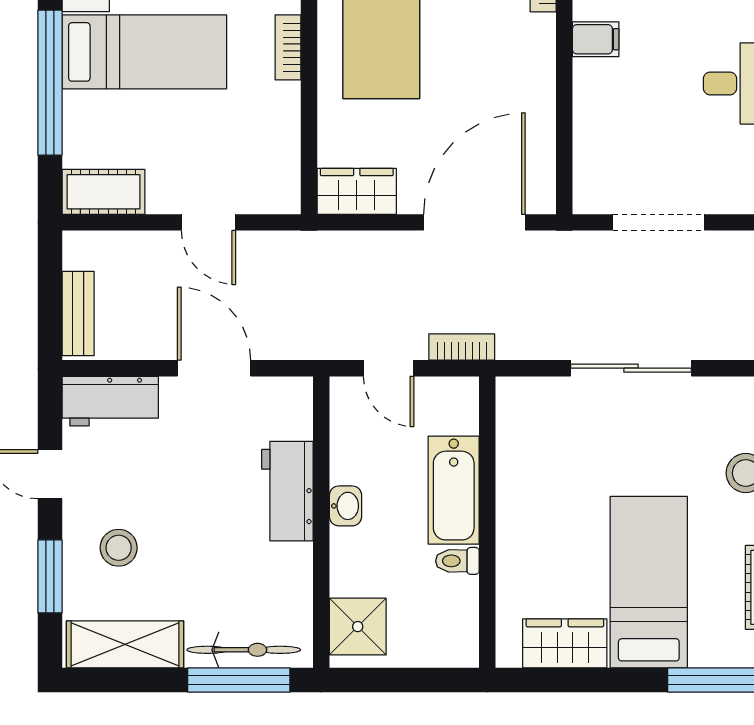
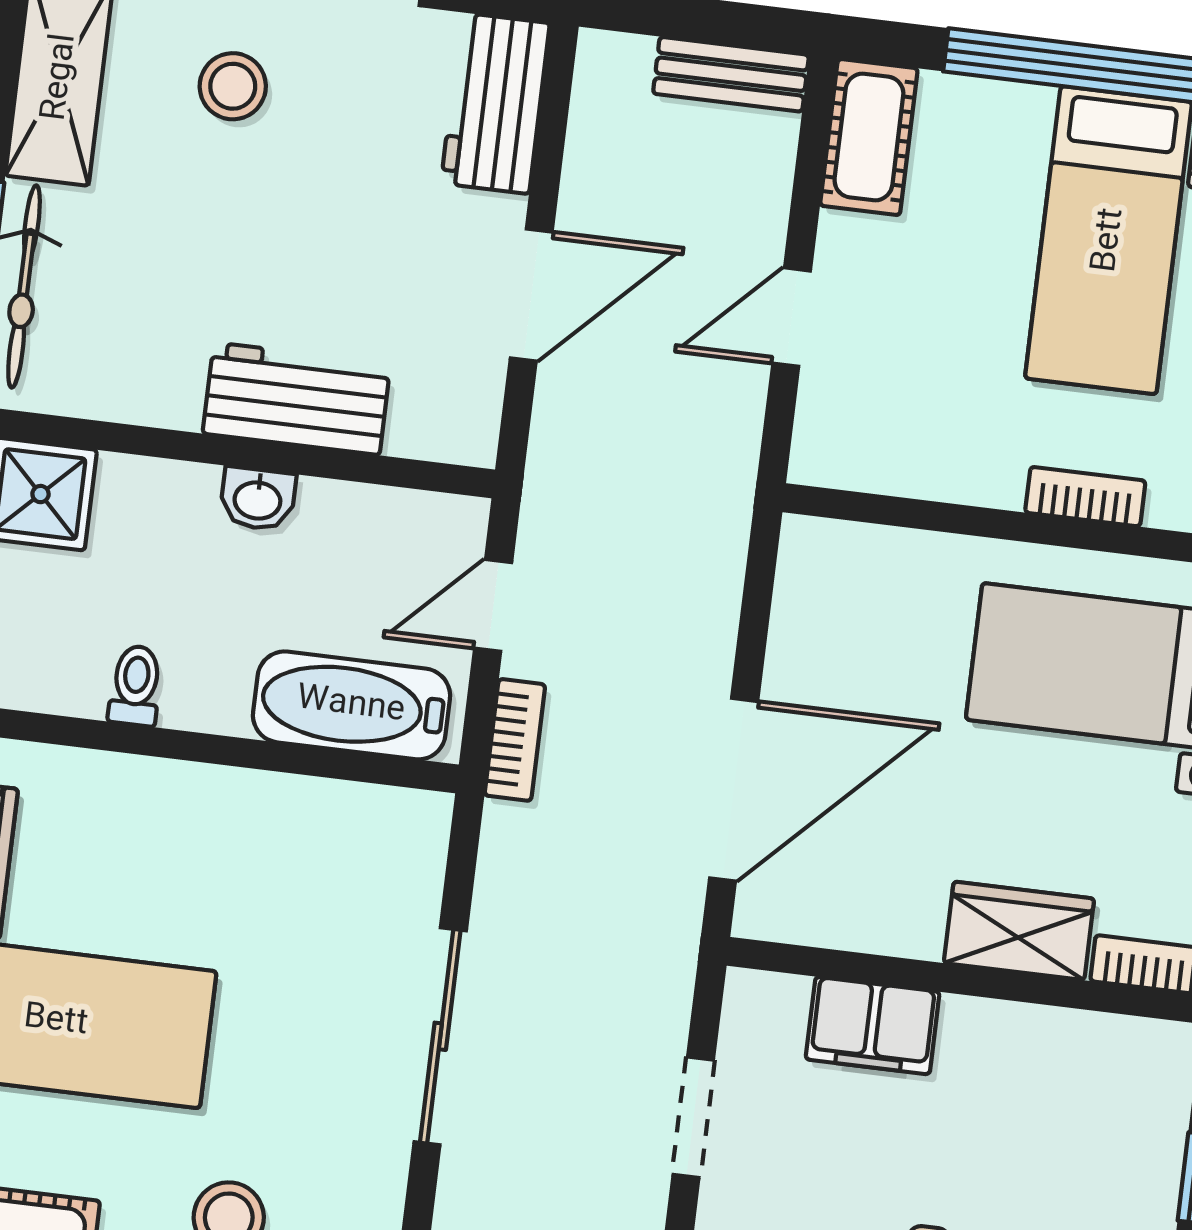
filing cabinet: (596, 39) -> (873, 1026), moved, width x2.00
wardrobe: (357, 191) -> (1019, 931), moved, turned -90
door: (474, 222) -> (734, 790), hinge flipped
doorway: (659, 222) -> (693, 1117), width x0.73
bench: (78, 314) -> (731, 74), moved
bathtub: (454, 490) -> (351, 705), moved

